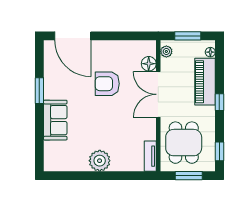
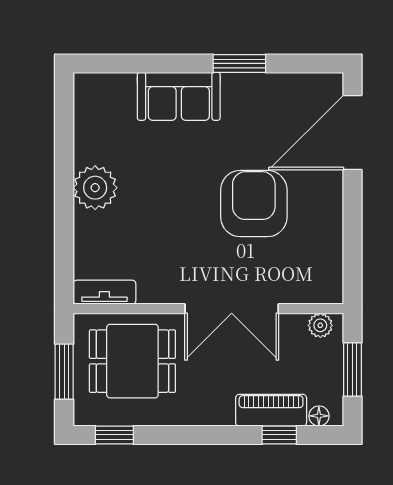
floor lamp: (149, 64) -> (295, 289), removed
piano: (205, 82) -> (271, 410), width x0.73, depth x0.75
armchair: (107, 84) -> (254, 204), width x1.36, depth x1.36
double door: (158, 94) -> (232, 309), swing flipped
window: (219, 102) -> (279, 435), moved

